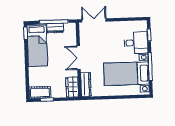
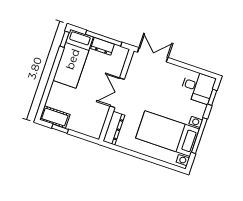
desk: (136, 43) -> (198, 87), moved
wardrobe: (72, 87) -> (96, 125), removed

